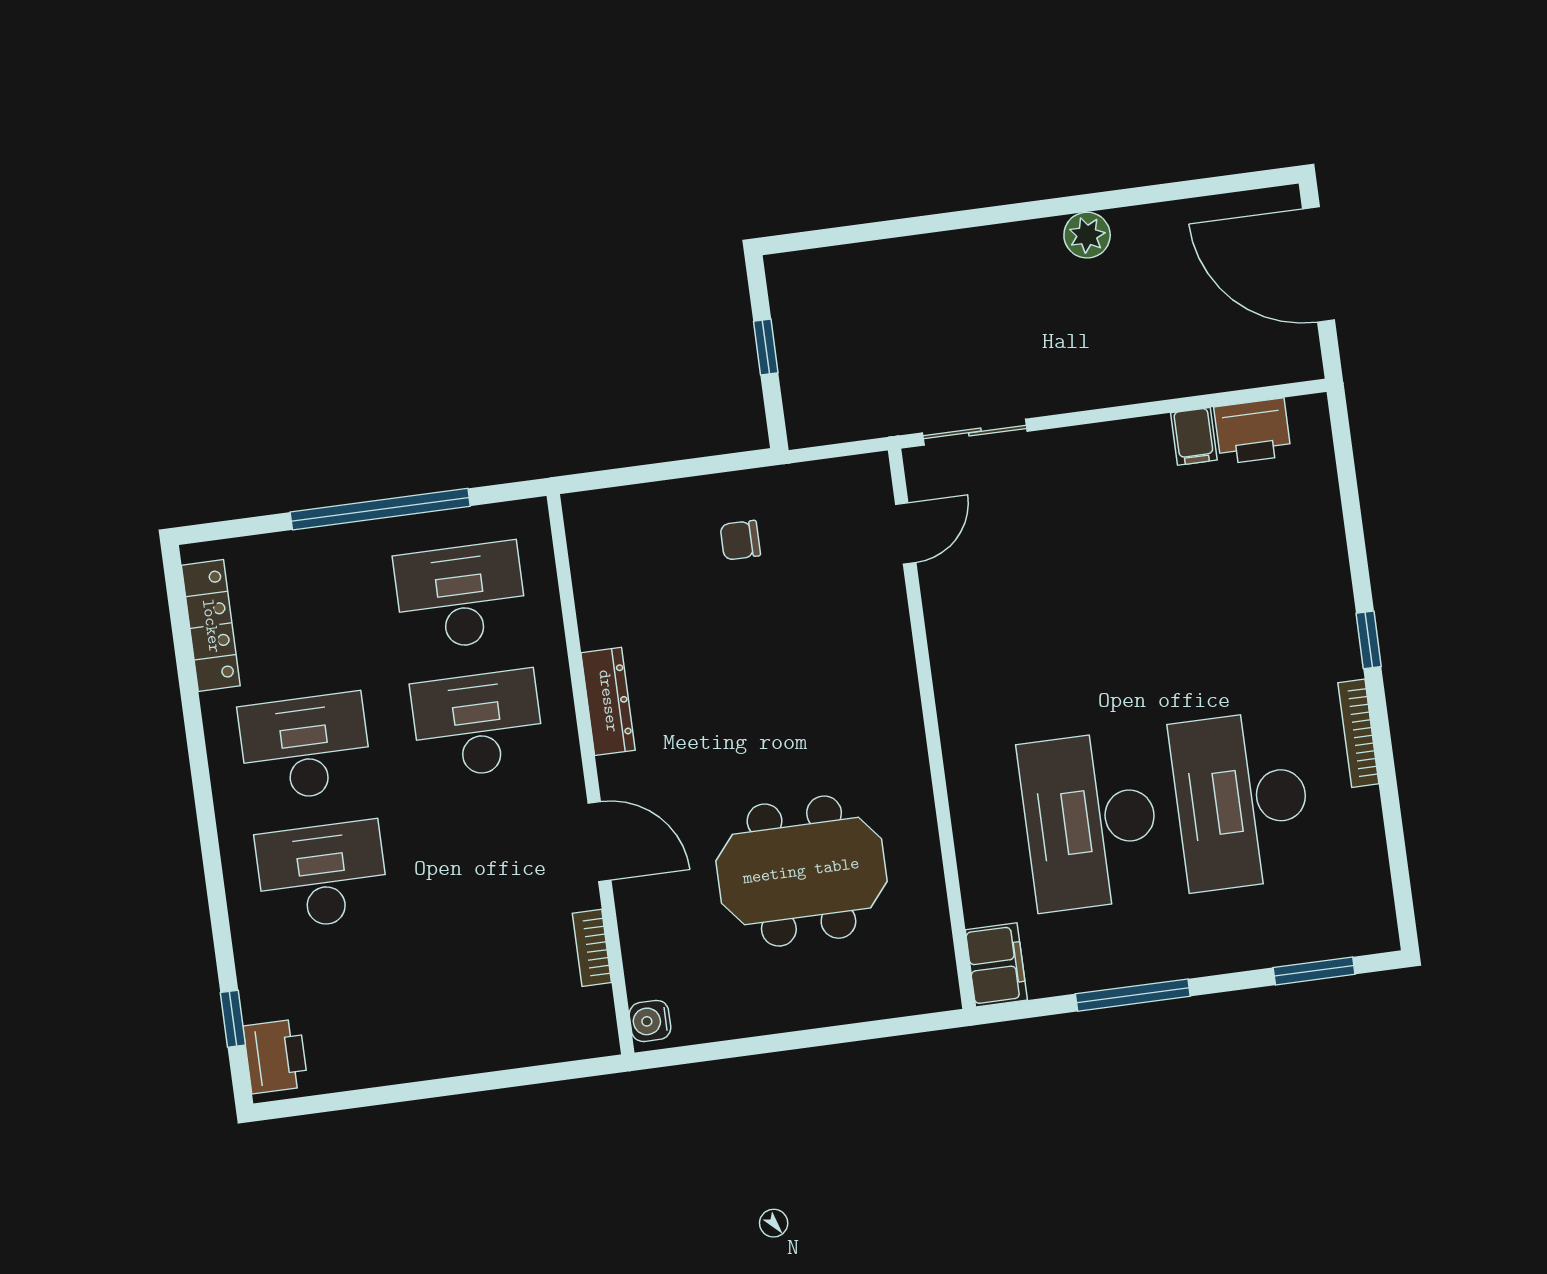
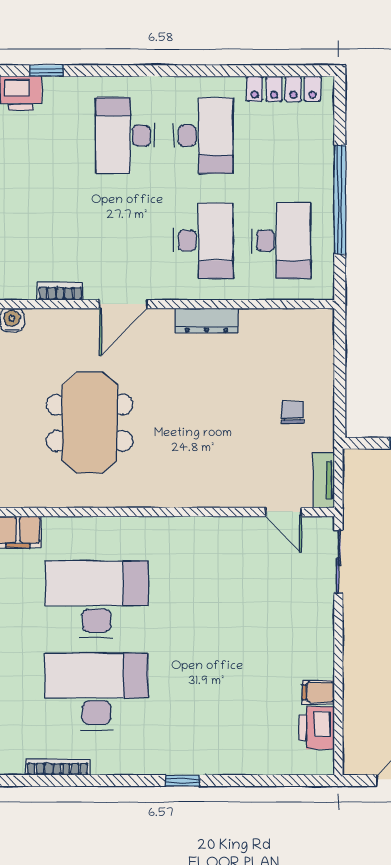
tv unit: (845, 474) -> (324, 480), added
bookcase: (1358, 733) -> (57, 767), moved
desk: (322, 875) -> (125, 136), turned 180

